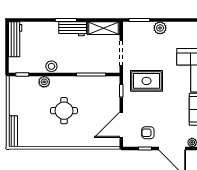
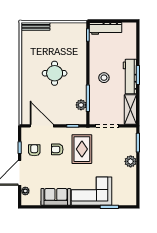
workbench: (73, 29) -> (130, 77), width x1.38
workbench: (15, 39) -> (105, 28), moved
stool: (51, 66) -> (104, 78), moved
plant: (44, 82) -> (81, 105), moved
armchair: (147, 108) -> (57, 149), added

